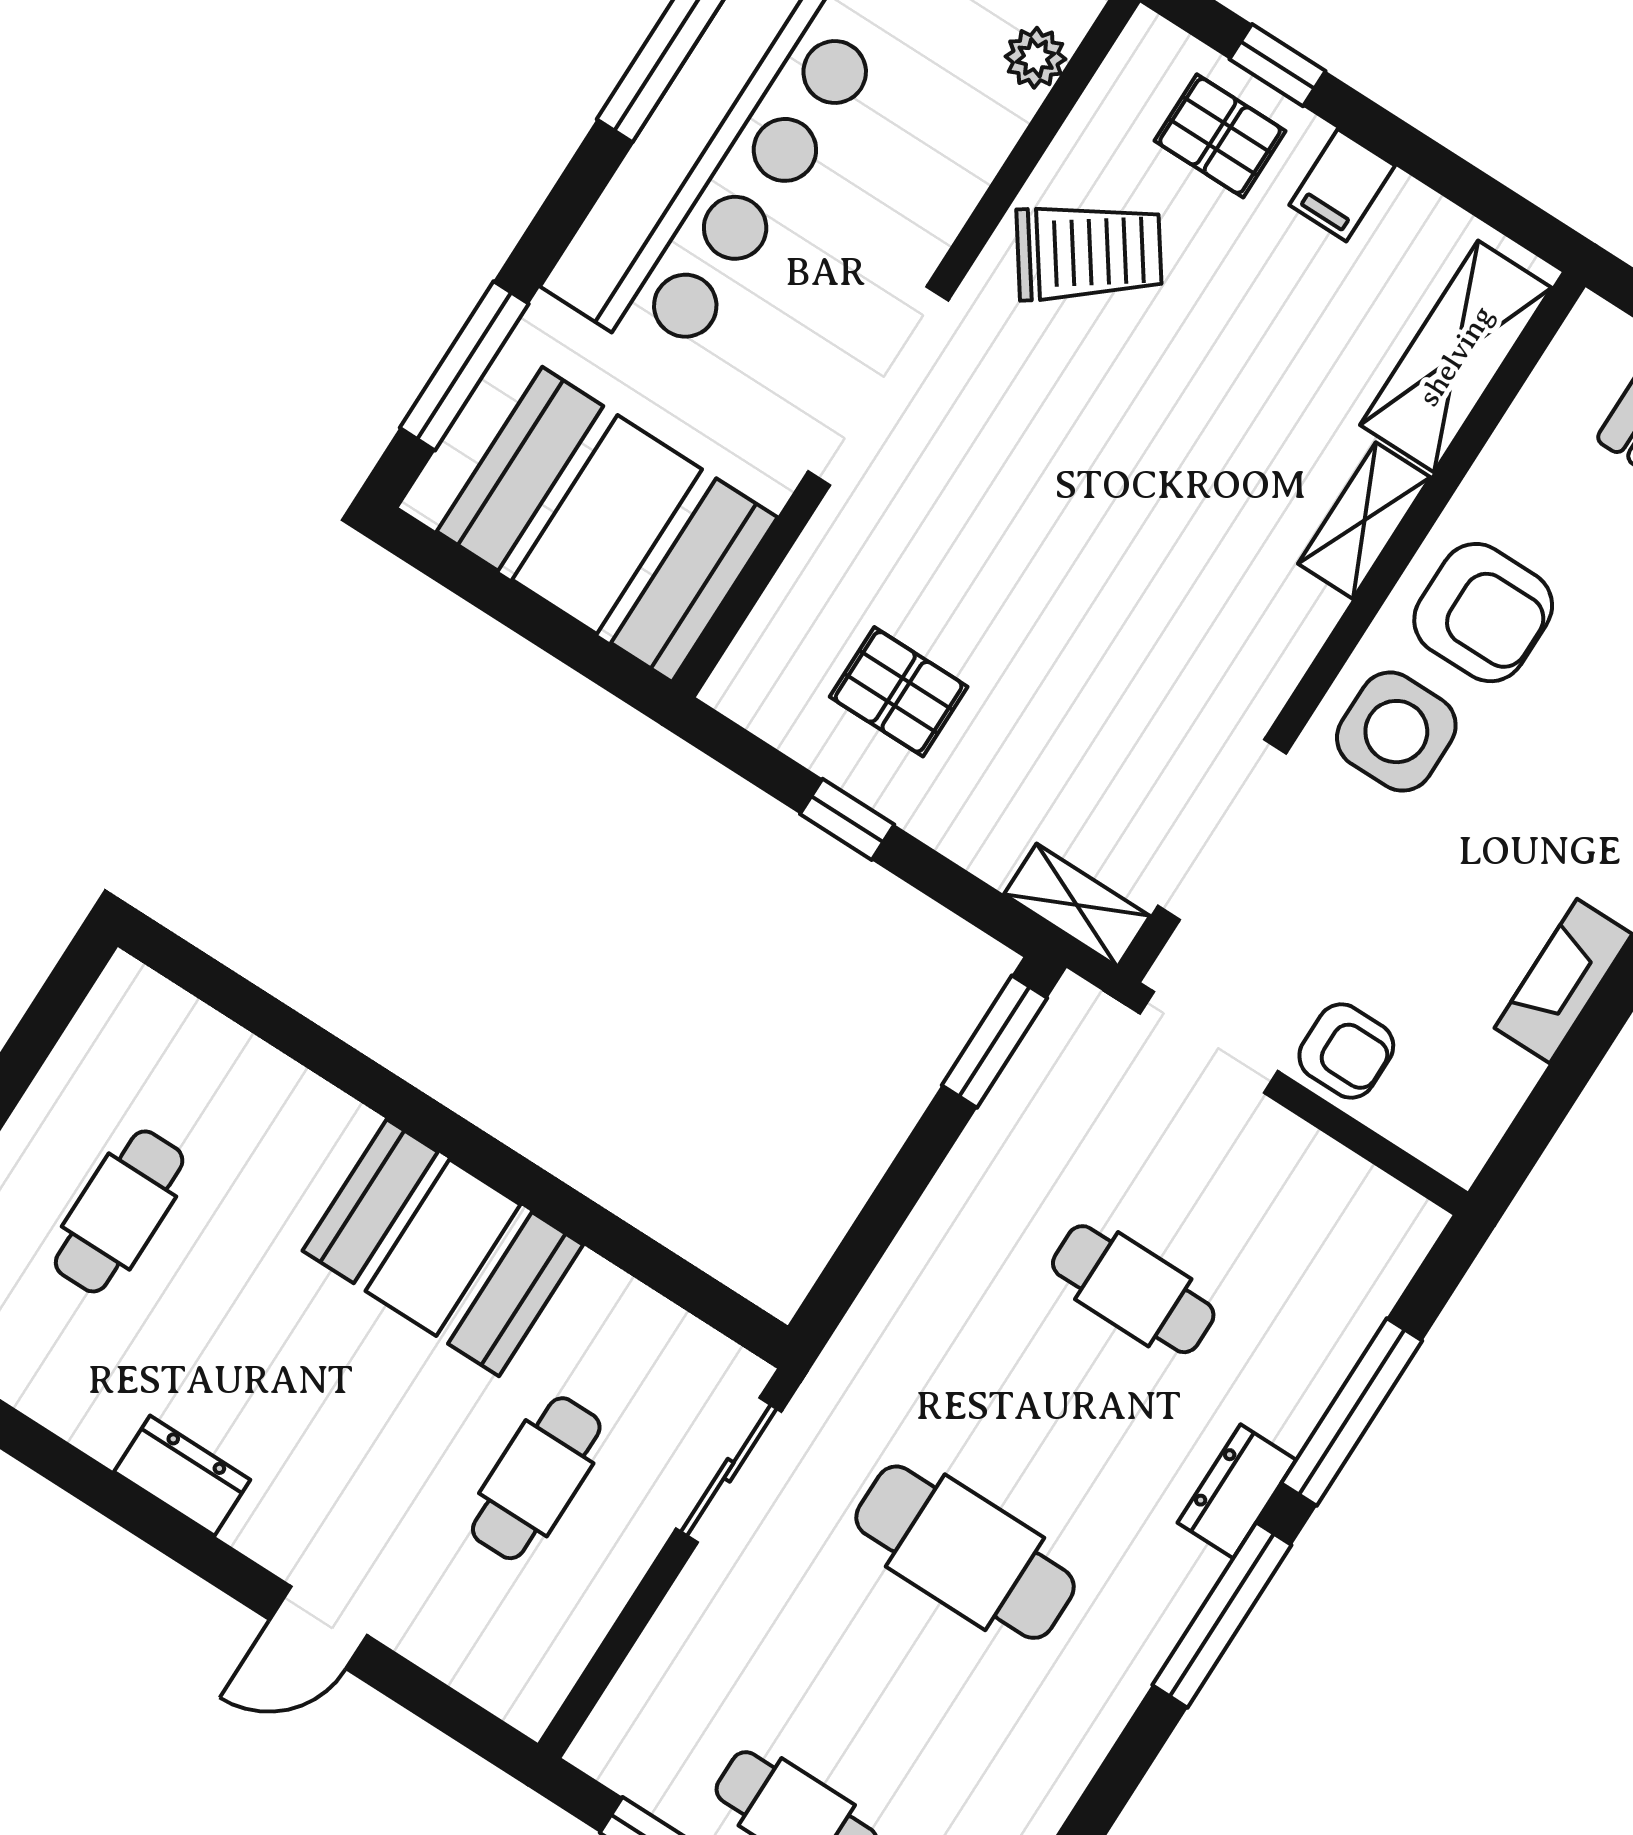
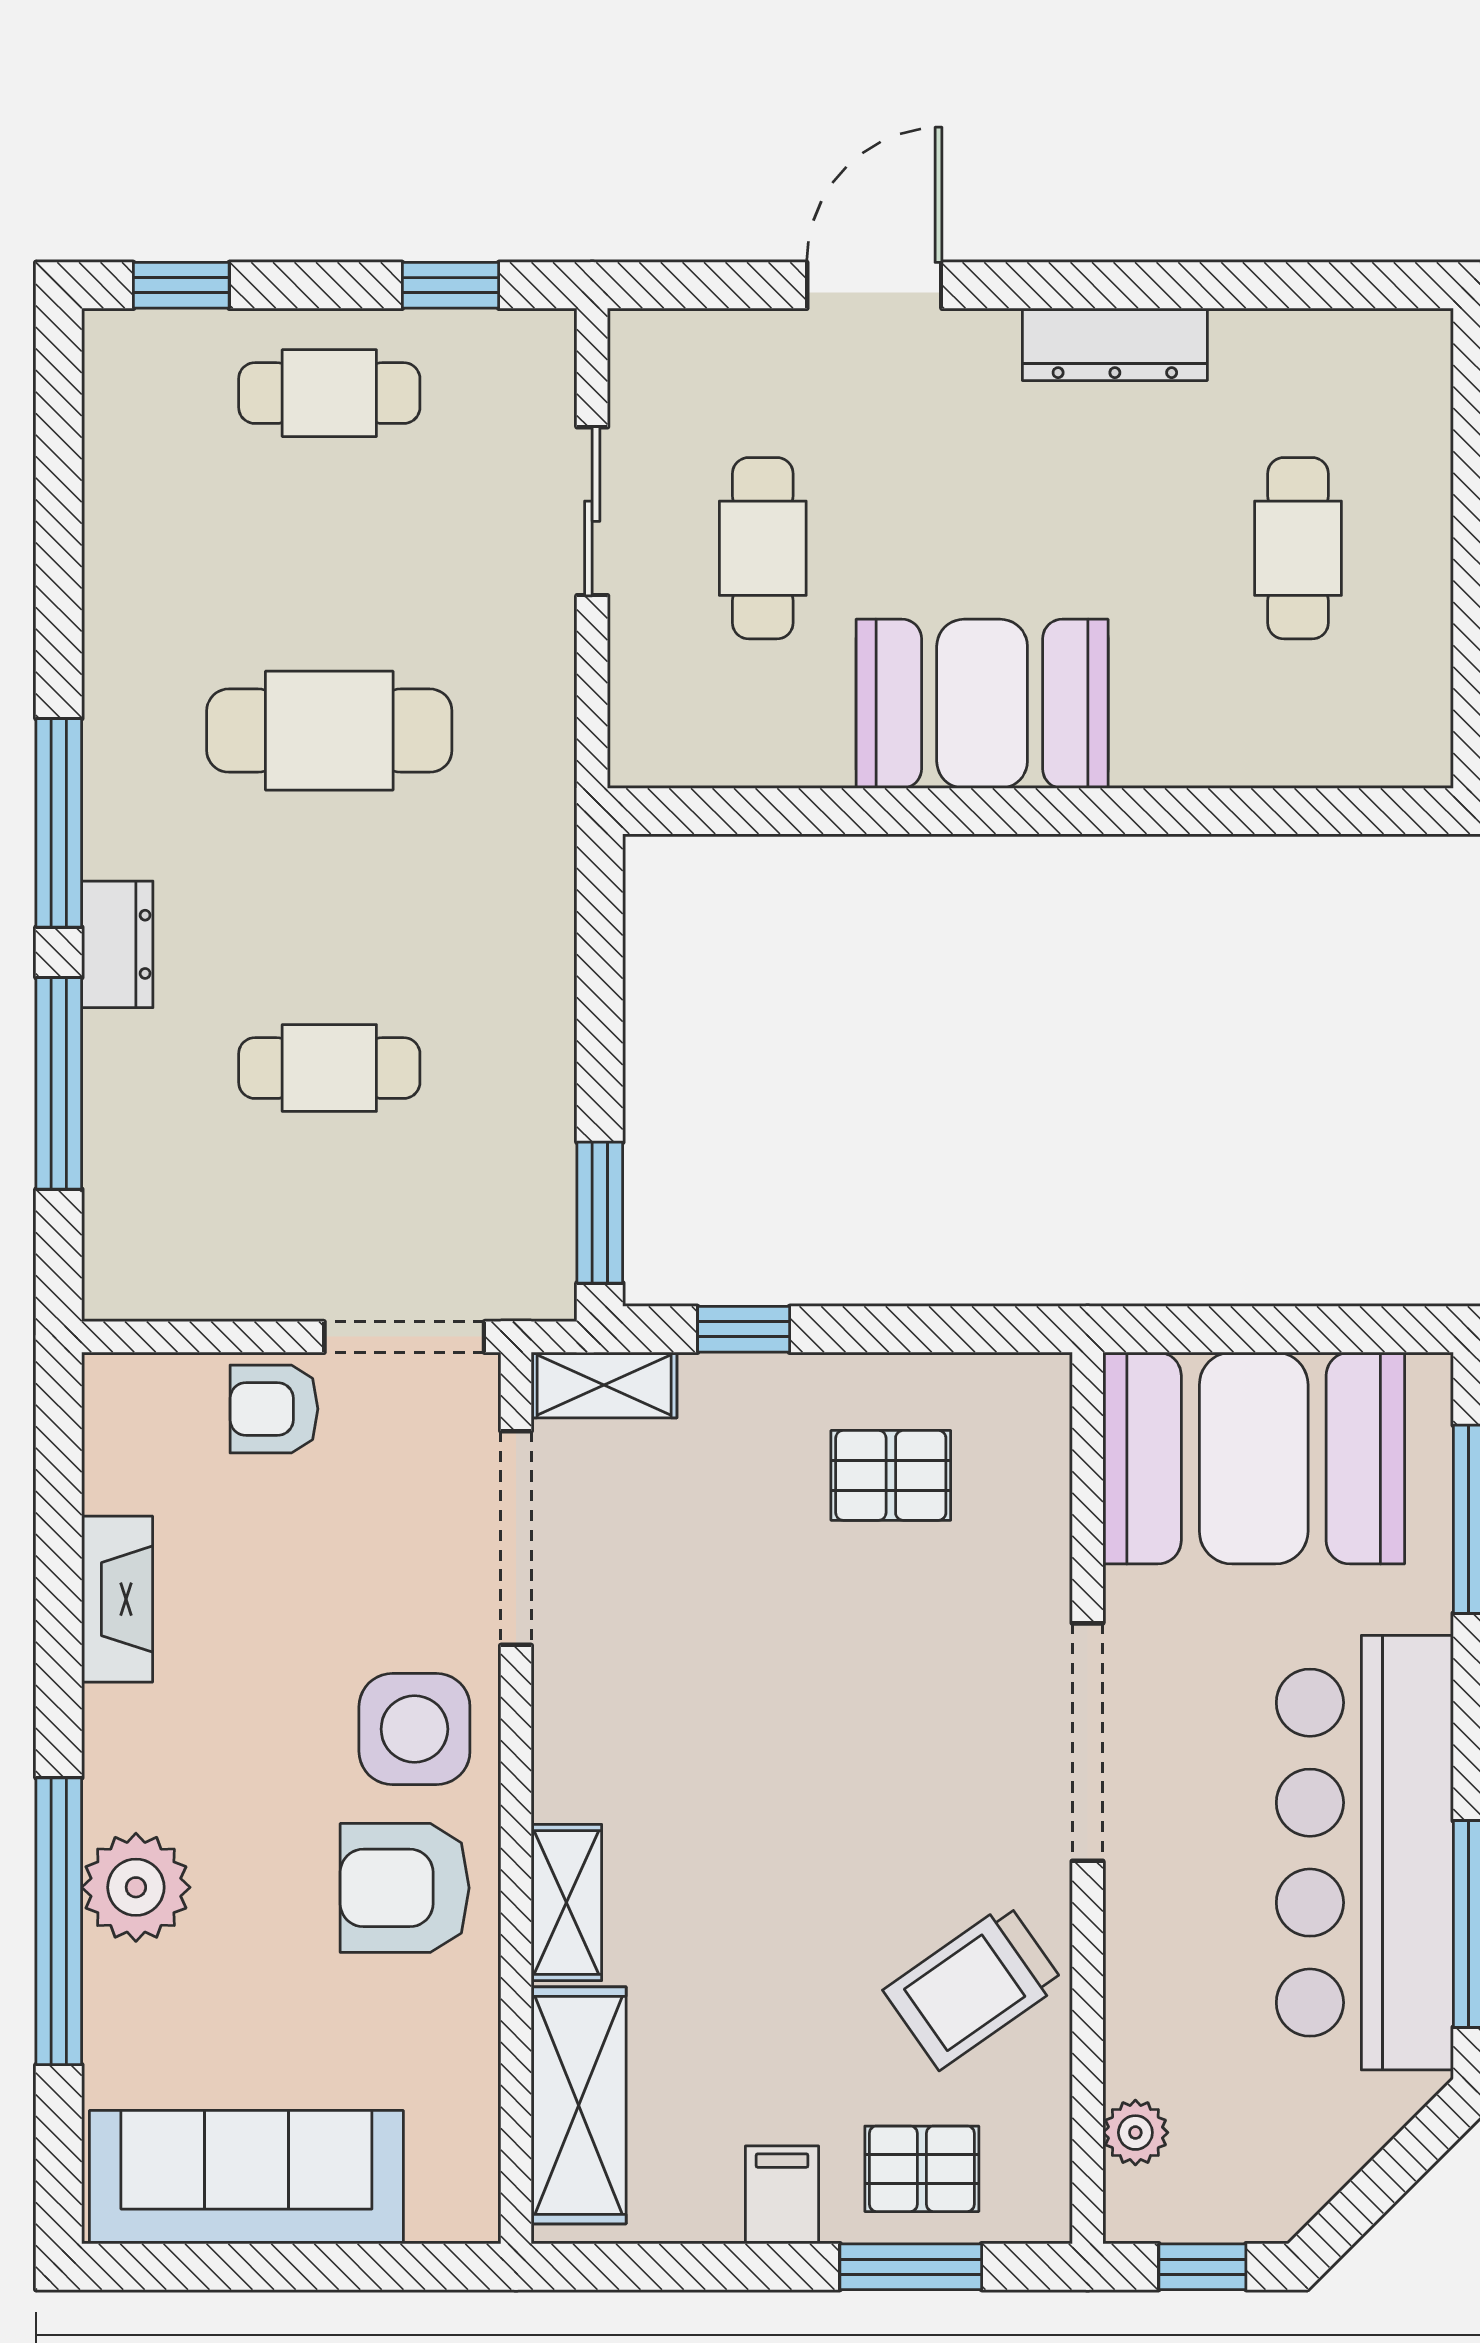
window: (1277, 65) -> (911, 2267), width x1.50
window: (847, 819) -> (744, 1329), moved
sliding door: (729, 1470) -> (592, 511), moved
dresser: (182, 1476) -> (1115, 344), width x1.44
door: (318, 1628) -> (874, 285), width x1.37

